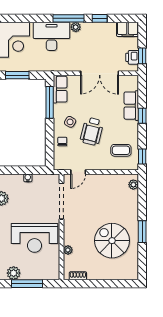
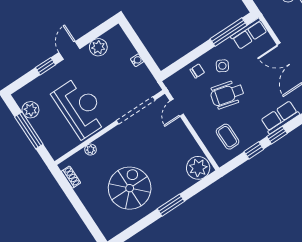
window: (142, 156) -> (254, 150), moved
door: (78, 172) -> (177, 108), hinge flipped
plant: (133, 185) -> (198, 168), width x1.87, depth x1.87
window: (142, 232) -> (171, 205), moved
reception desk: (35, 238) -> (80, 108), turned 180

